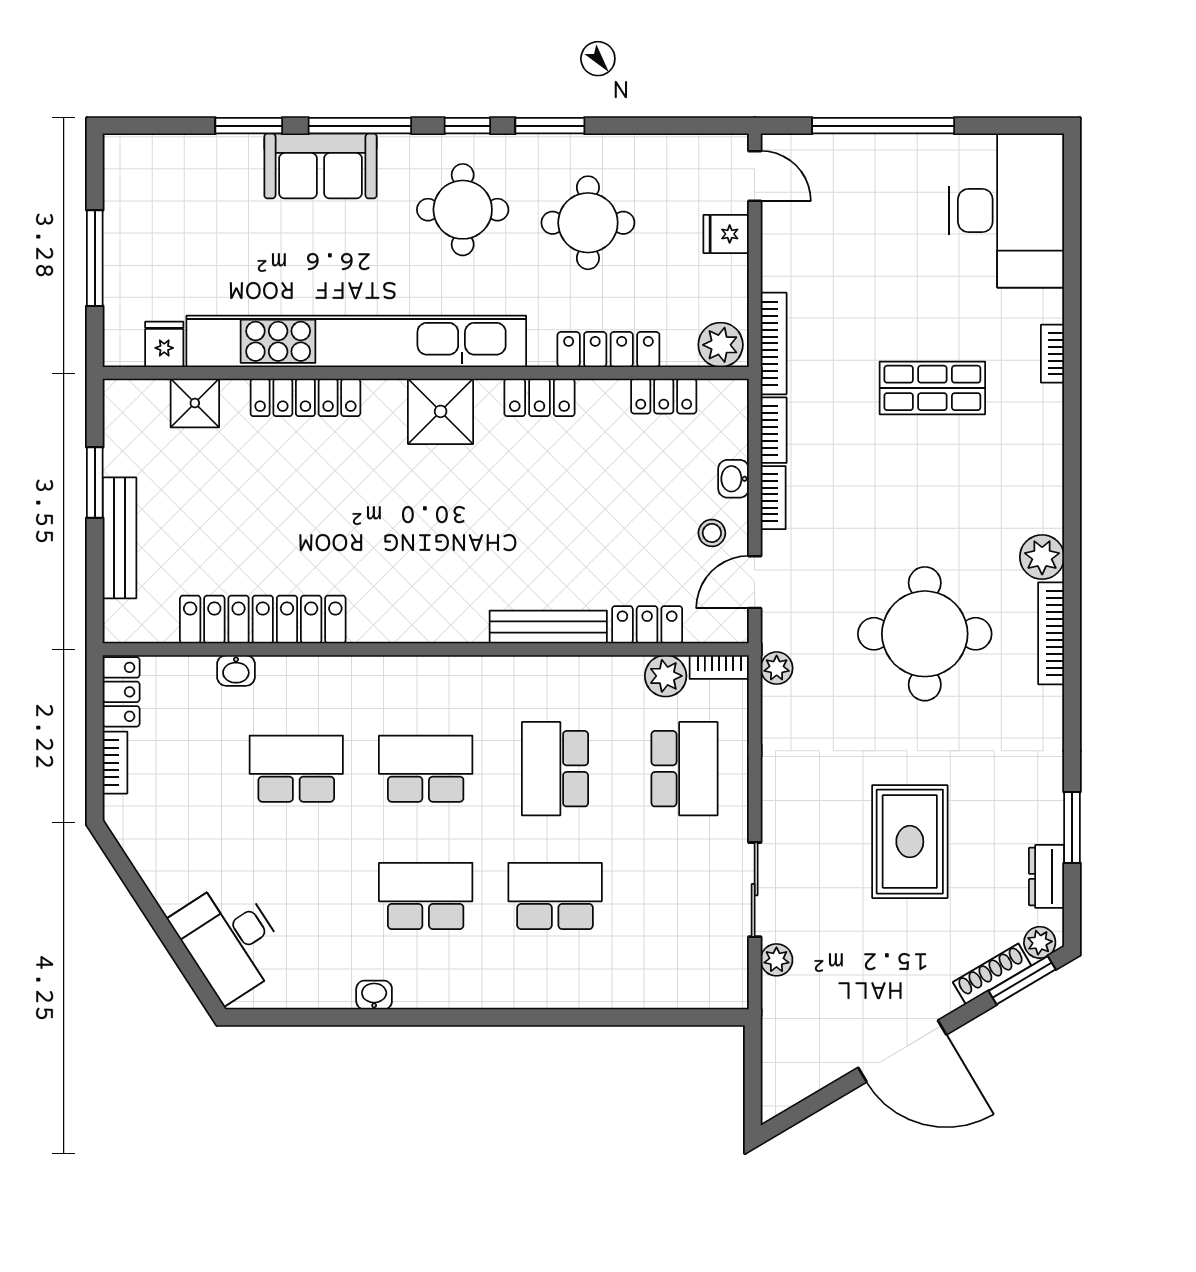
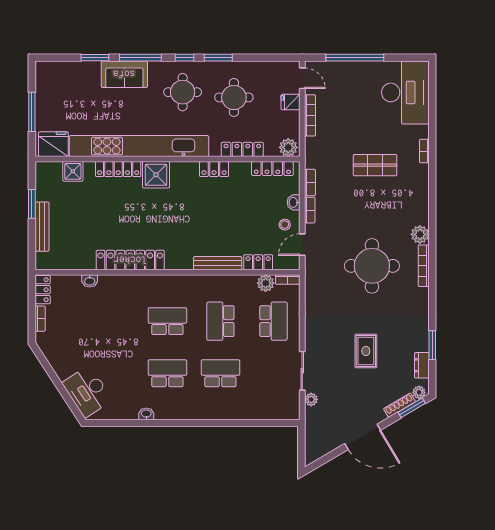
bookcase: (774, 343) -> (310, 115), moved
fridge: (164, 344) -> (53, 144), width x1.88, depth x1.34
locker: (664, 396) -> (272, 169), width x1.53
shower: (441, 411) -> (156, 175), moved
locker: (263, 620) -> (130, 260), moved
plant: (777, 668) -> (311, 280), removed
school desk: (296, 769) -> (114, 321), removed
rug: (910, 842) -> (366, 351), width x0.73, depth x0.70

